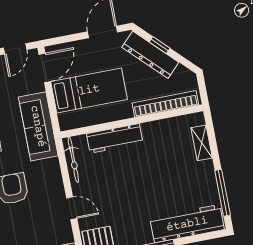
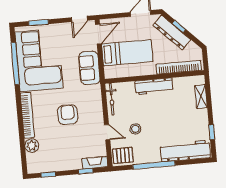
sofa: (38, 126) -> (89, 68), width x0.73
workbench: (115, 138) -> (154, 86), moved
window: (223, 193) -> (212, 132), width x0.46
stool: (112, 199) -> (135, 129), added

